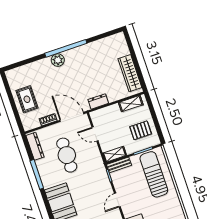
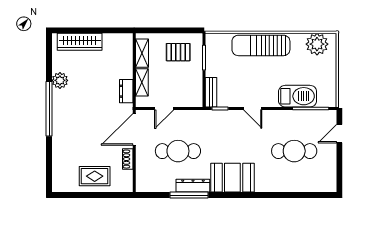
plant: (58, 60) -> (60, 80), moved
wardrobe: (130, 73) -> (80, 42), moved
pallet: (141, 130) -> (178, 52), turned 90
dresser: (35, 146) -> (193, 186), moved
shelving: (115, 154) -> (142, 82), moved
sun lounger: (154, 174) -> (261, 45), moved

